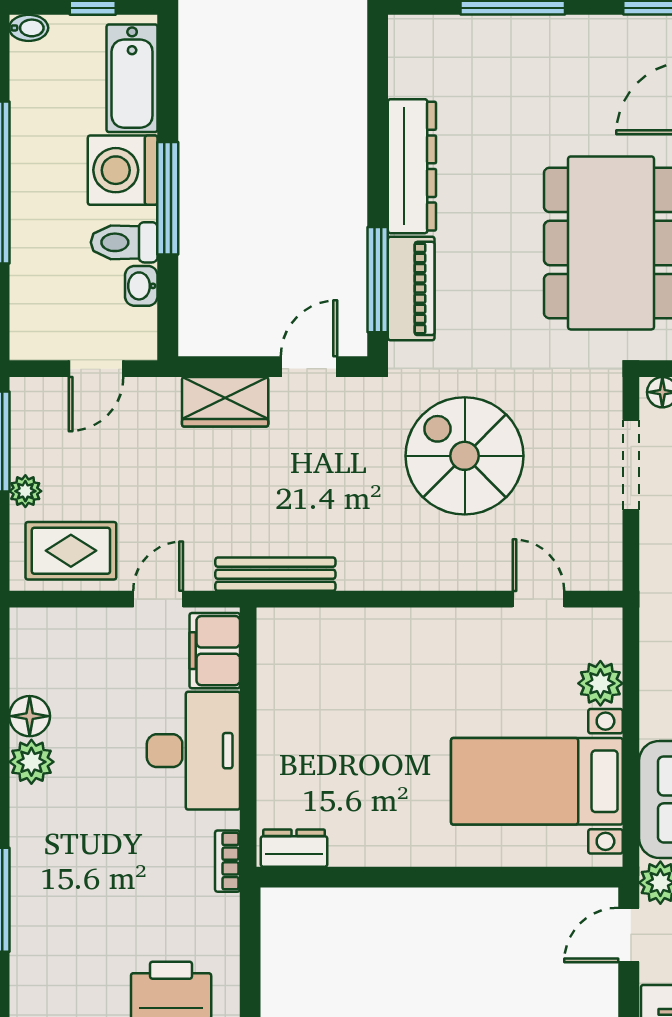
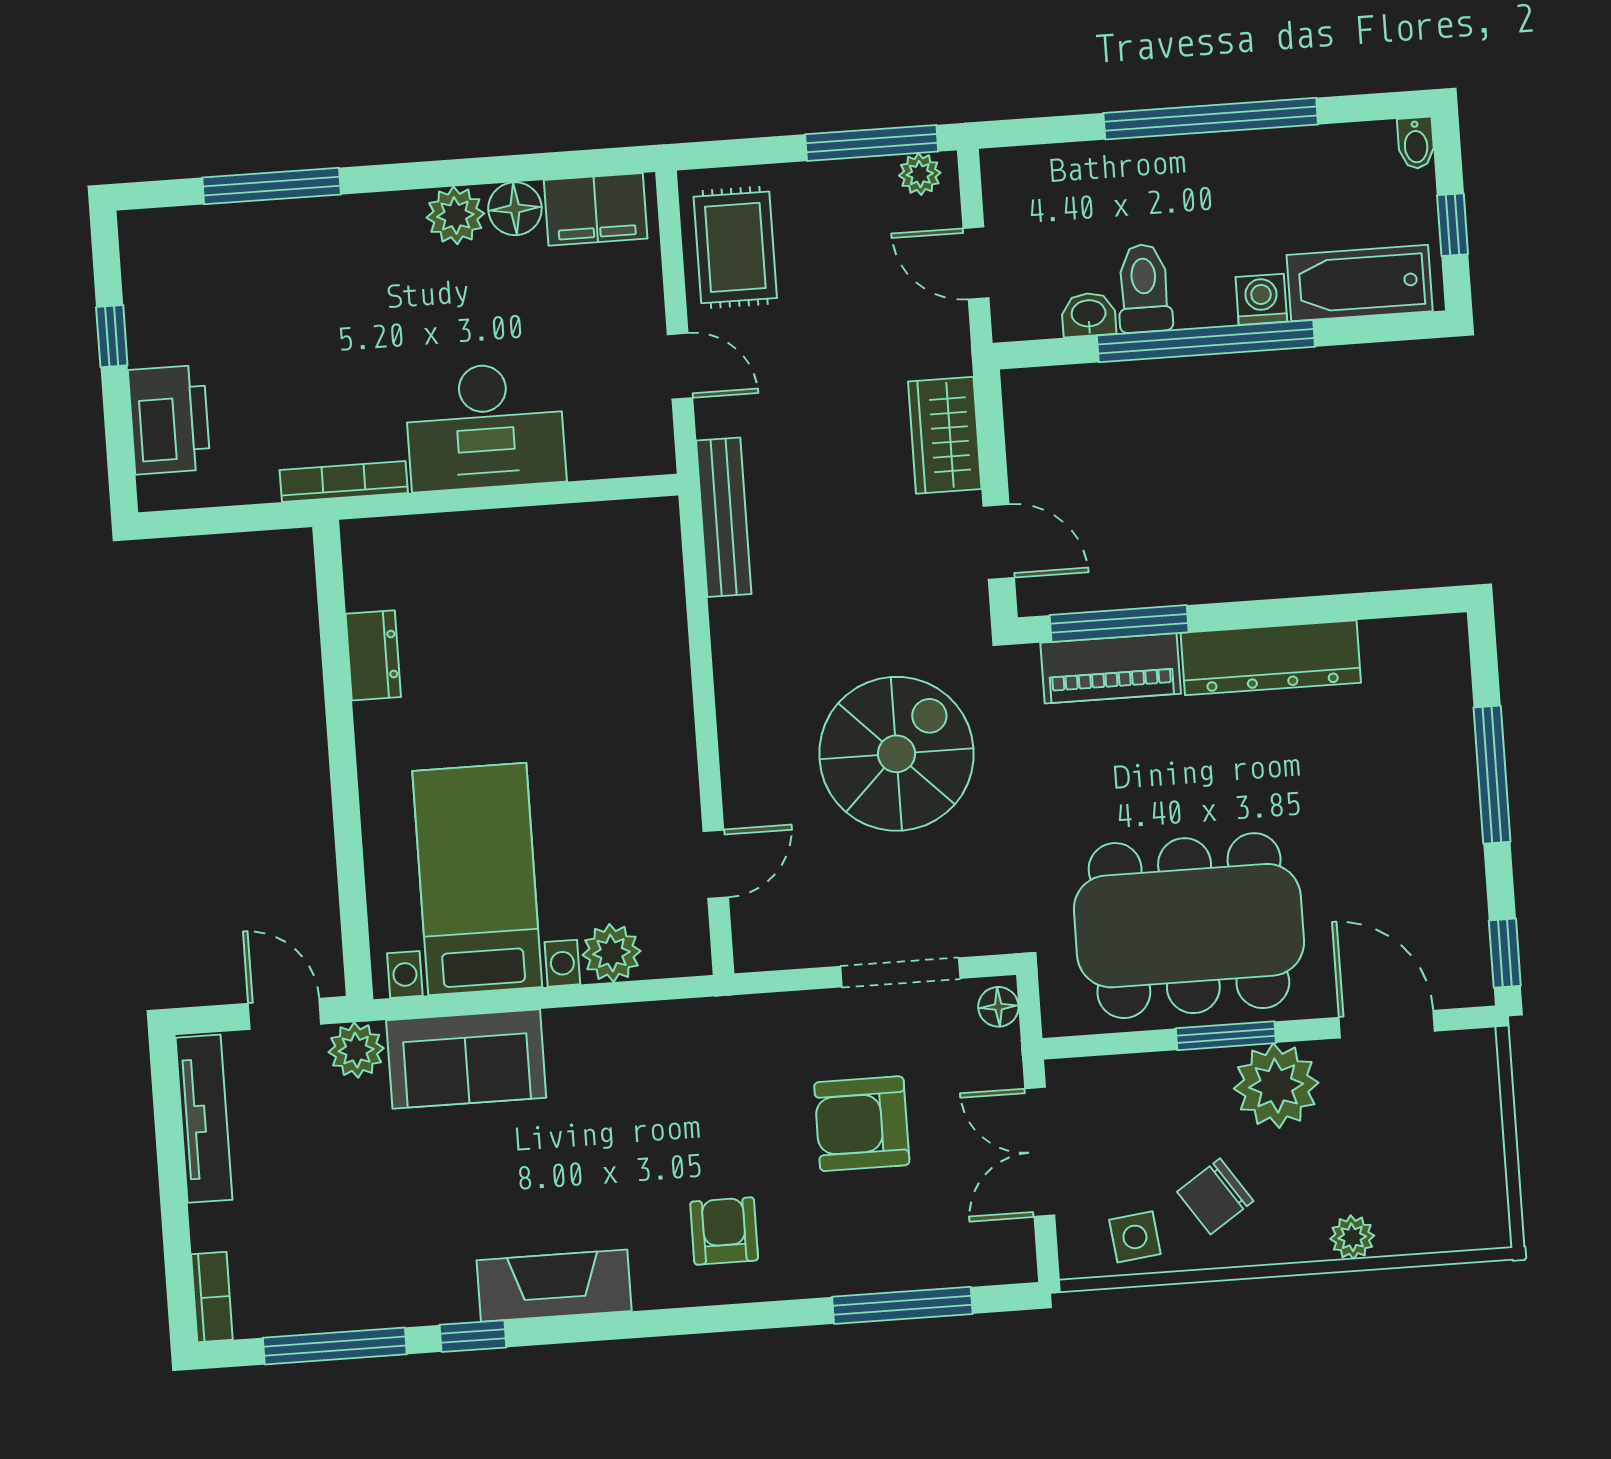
washing machine: (123, 170) -> (1261, 299), width x0.53, depth x0.53
window: (168, 198) -> (1206, 341), width x1.46
plant: (25, 491) -> (920, 174), moved
filing cabinet: (215, 651) -> (596, 209), moved, turned 180
dresser: (294, 848) -> (373, 655), moved
bookcase: (228, 861) -> (344, 481), width x1.56

